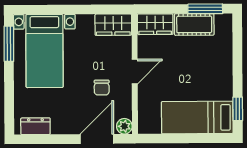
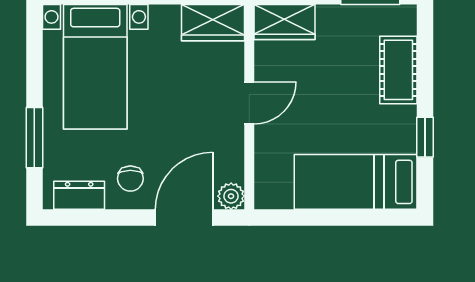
cot: (194, 24) -> (398, 70), moved, turned 90
window: (9, 44) -> (34, 138), moved
chair: (102, 88) -> (130, 179), moved
window: (238, 109) -> (425, 137), moved

